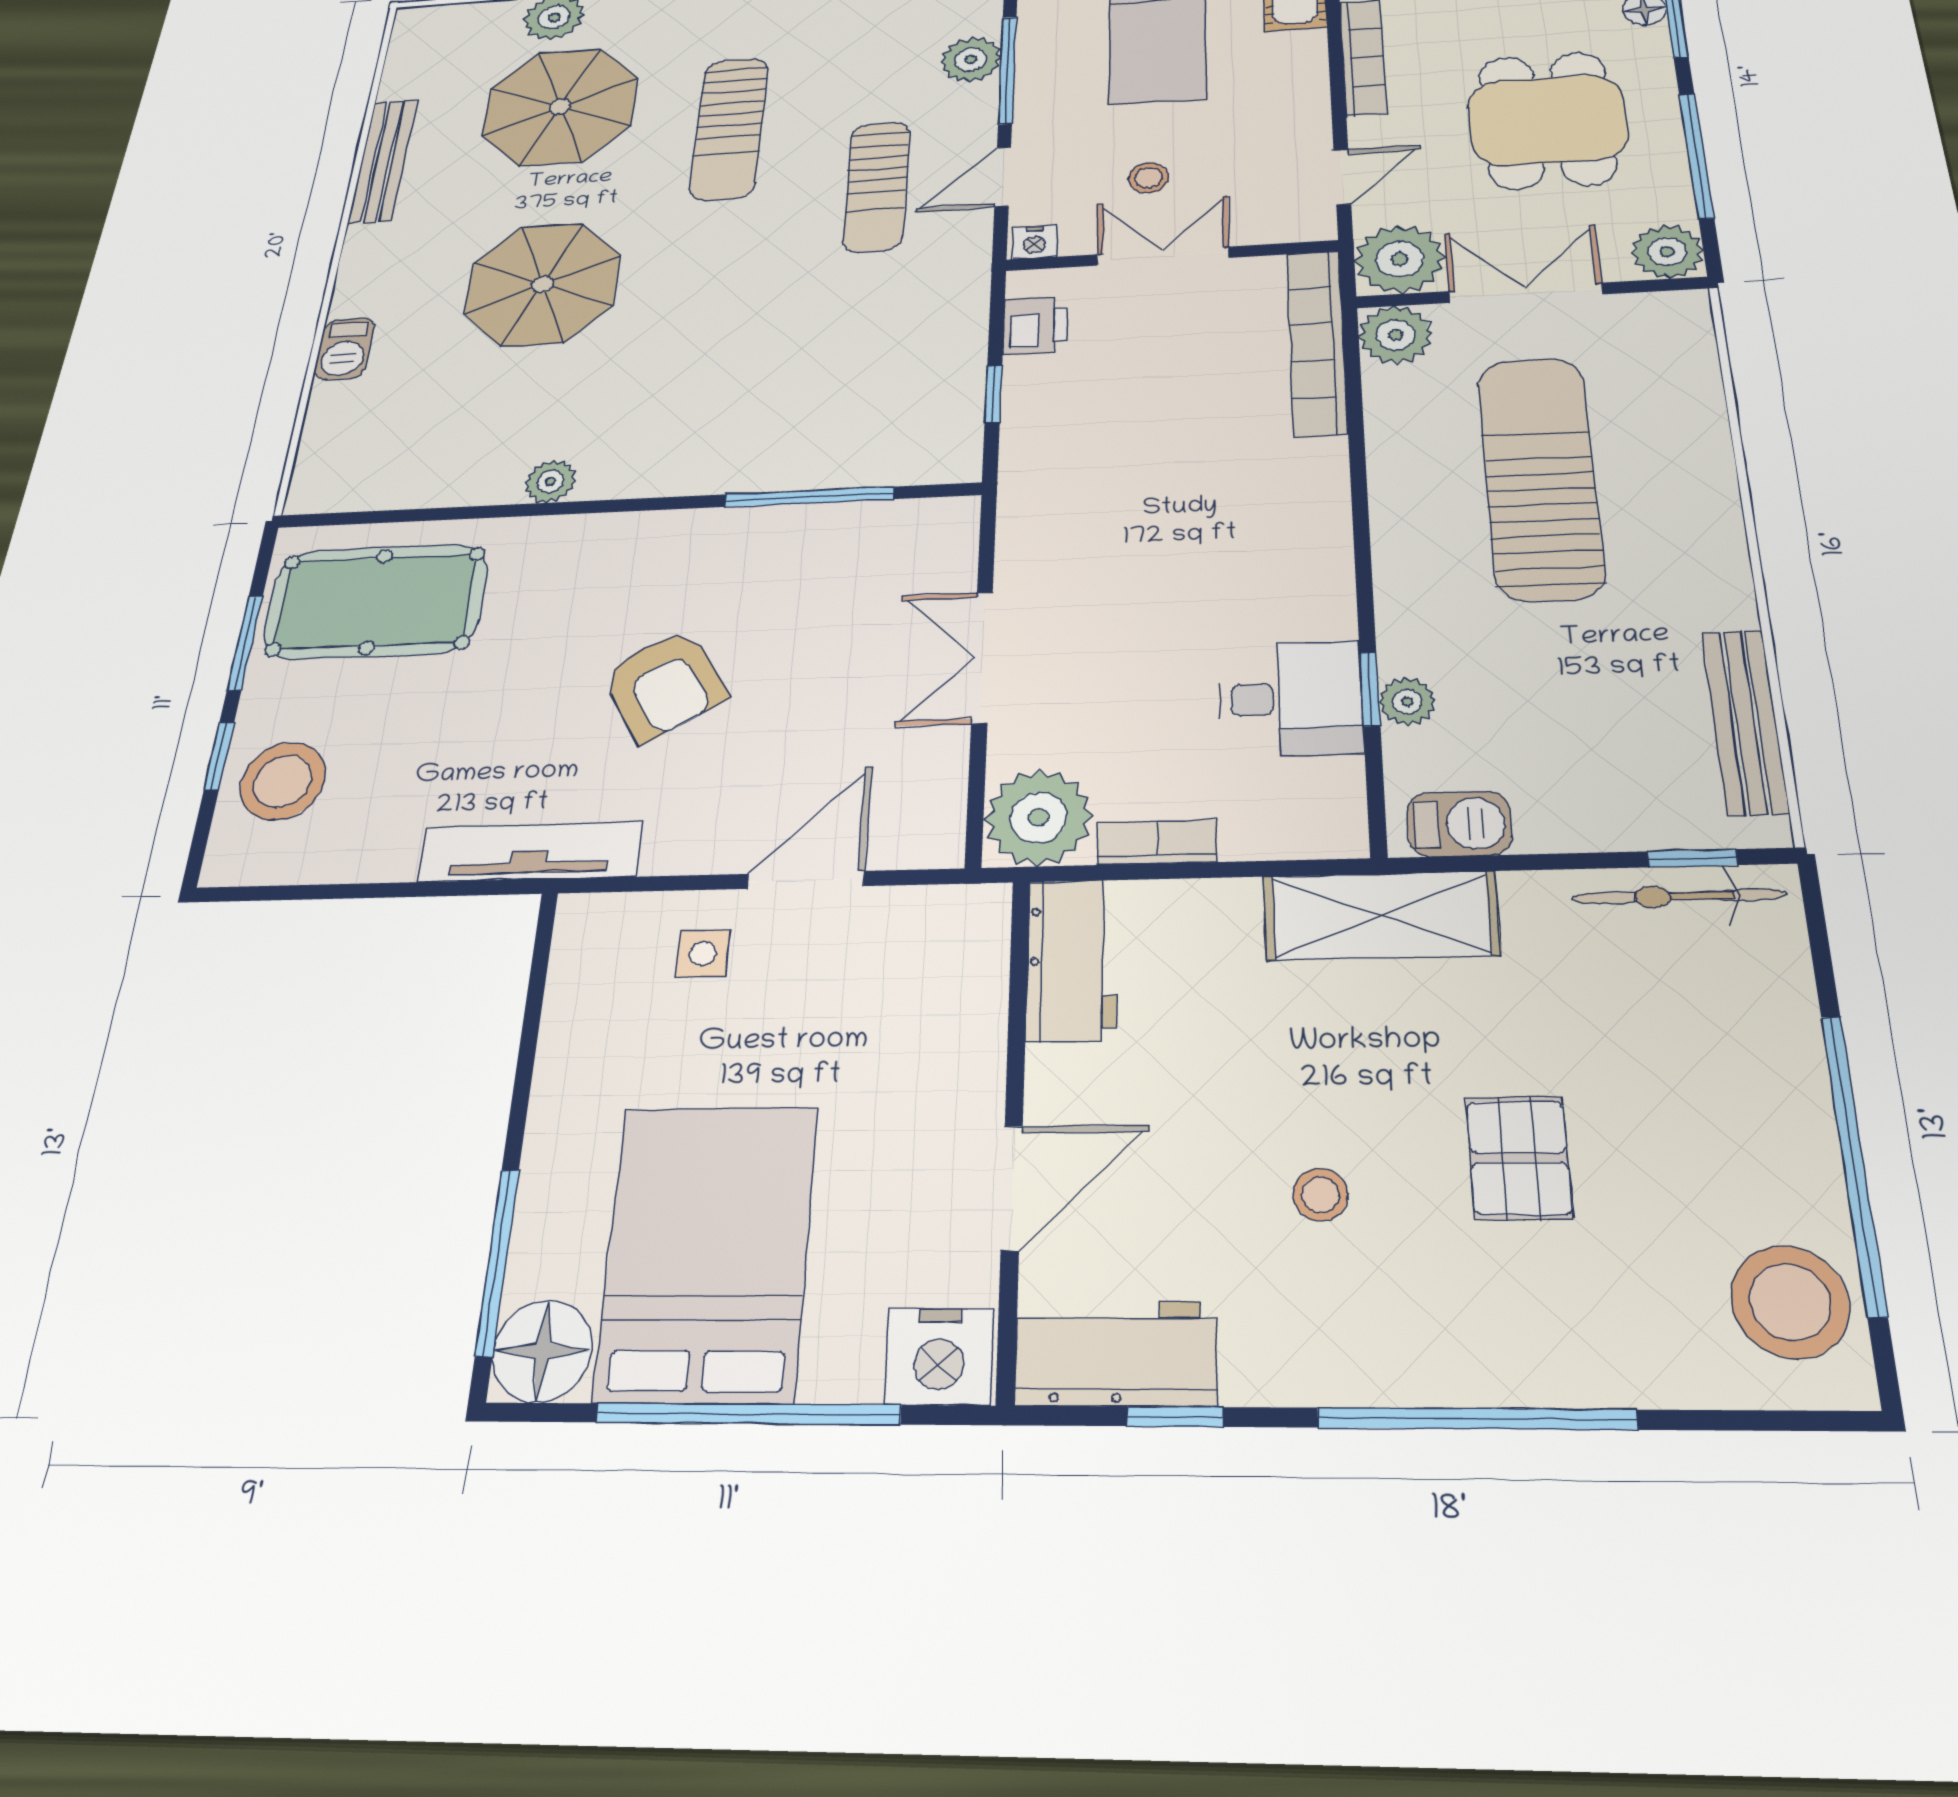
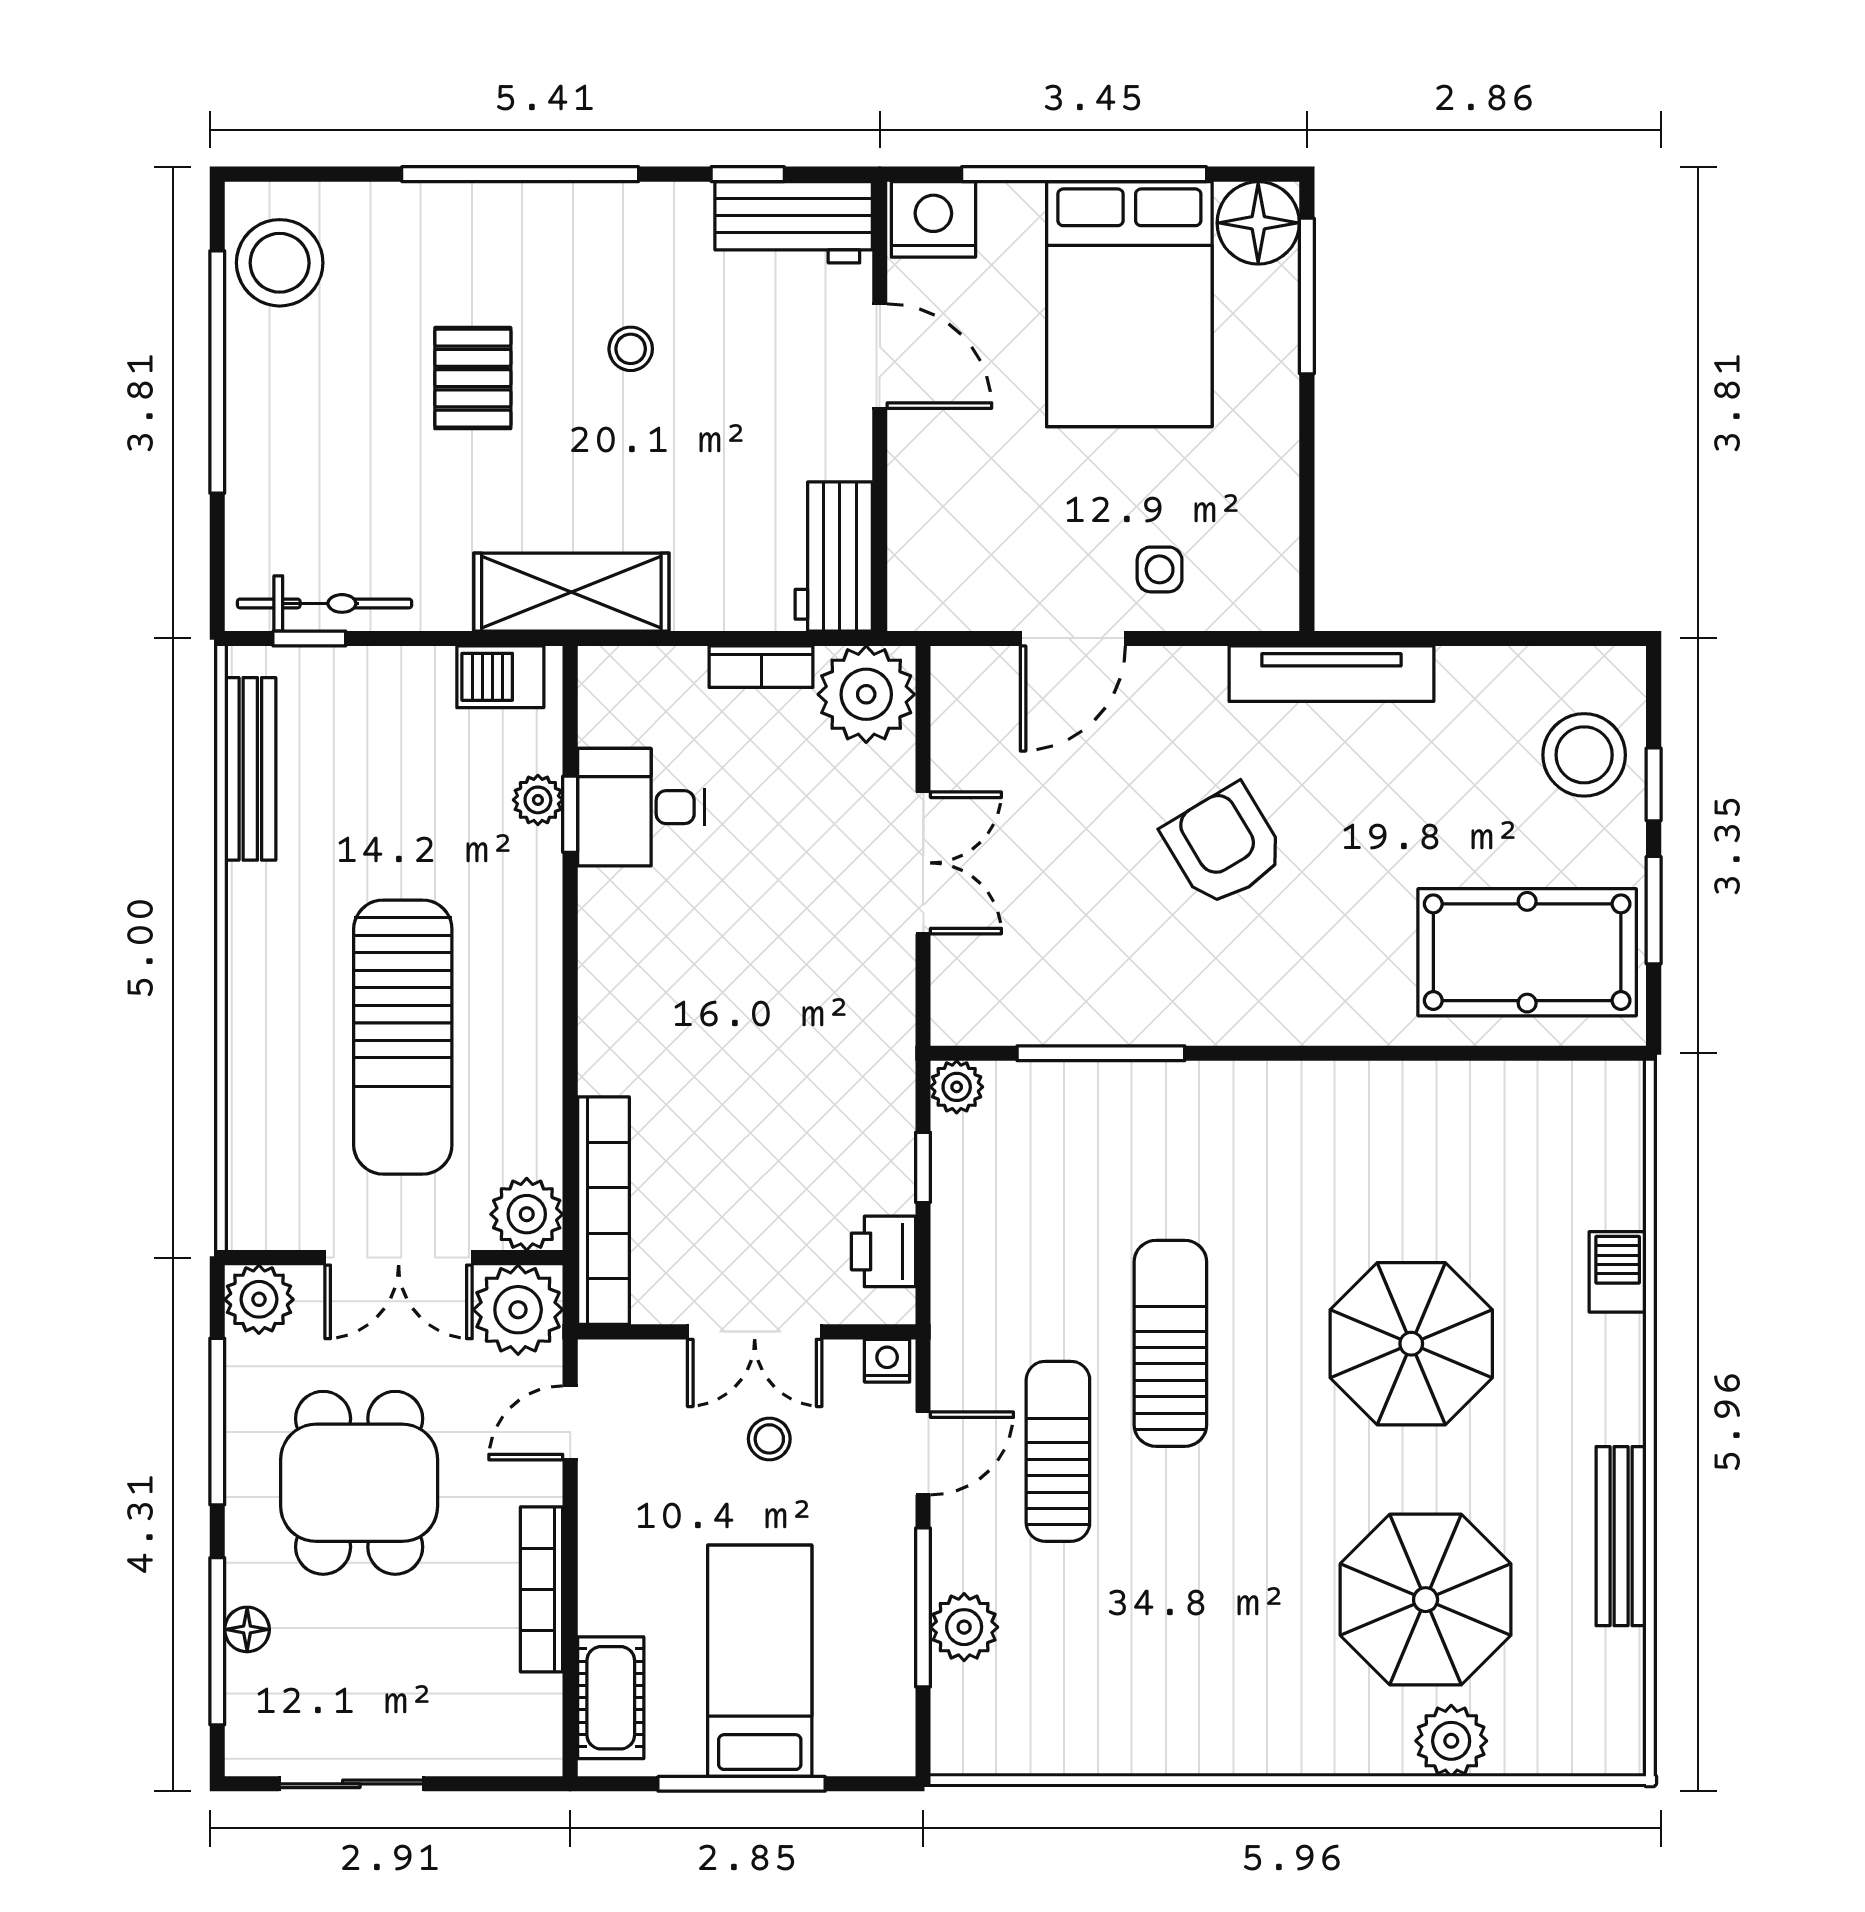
sun lounger: (729, 128) -> (1170, 1343), moved
plant: (550, 481) -> (957, 1087), moved
door: (1012, 1188) -> (880, 356), swing flipped

